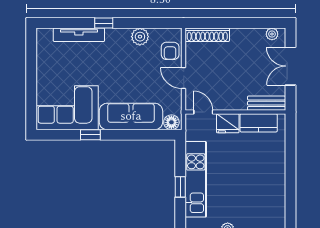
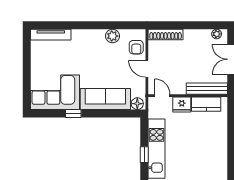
window: (104, 23) -> (84, 25), removed
tv unit: (79, 35) -> (51, 35), moved
bench: (267, 103) -> (207, 89), width x1.36

